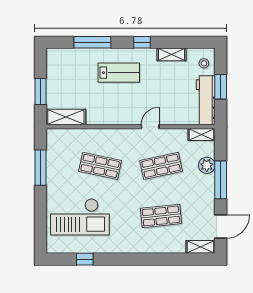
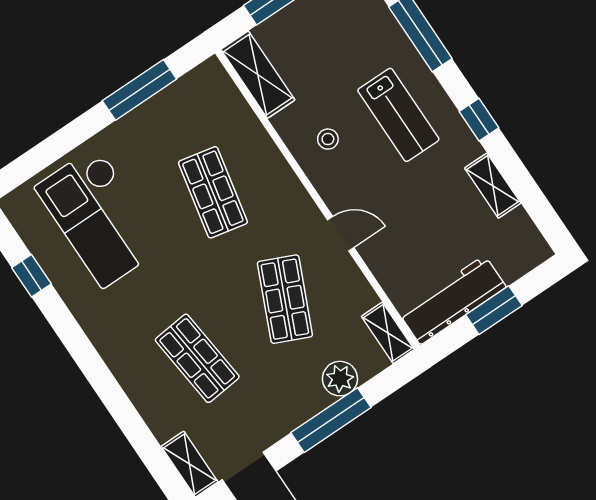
stool: (204, 63) -> (328, 139), moved
shop shelf: (161, 166) -> (285, 299), turned 36

